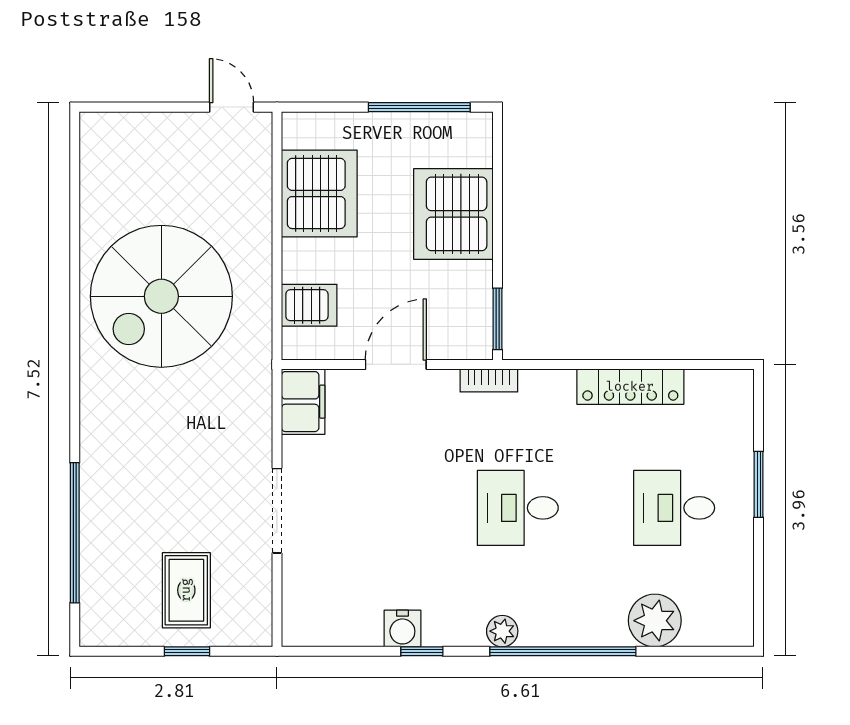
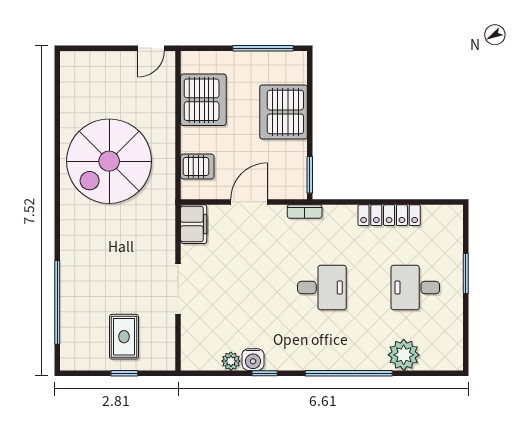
door: (232, 107) -> (151, 48), swing flipped
desk: (518, 508) -> (322, 288), turned 180
plant: (502, 631) -> (231, 361), moved

